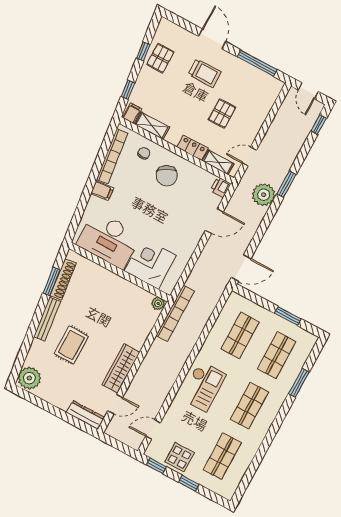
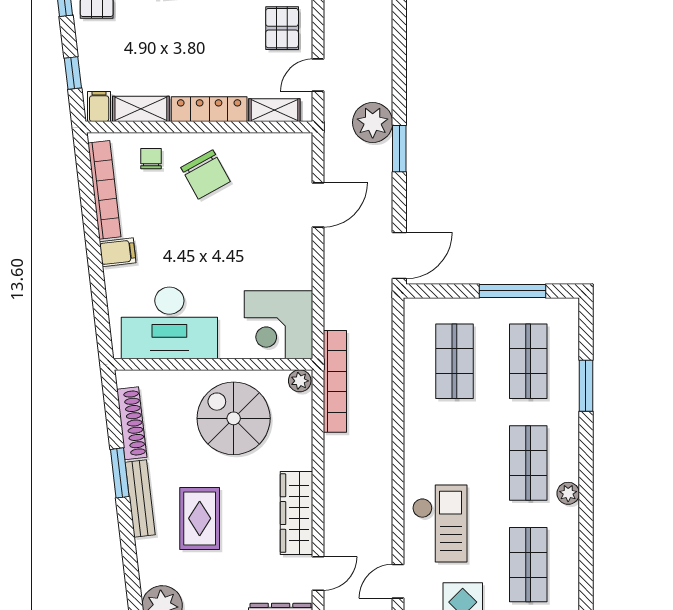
pallet: (222, 114) -> (282, 28), moved
locker: (192, 148) -> (209, 109), width x1.53
window: (286, 184) -> (399, 149), moved
printer: (221, 187) -> (299, 147), removed
corner desk: (150, 263) -> (278, 325), moved, turned -90
window: (52, 282) -> (120, 473), moved
spiral stairs: (115, 304) -> (234, 418), added
window: (288, 316) -> (513, 291), width x1.44
checkout: (203, 386) -> (440, 523), moved
plant: (261, 431) -> (568, 493), added

